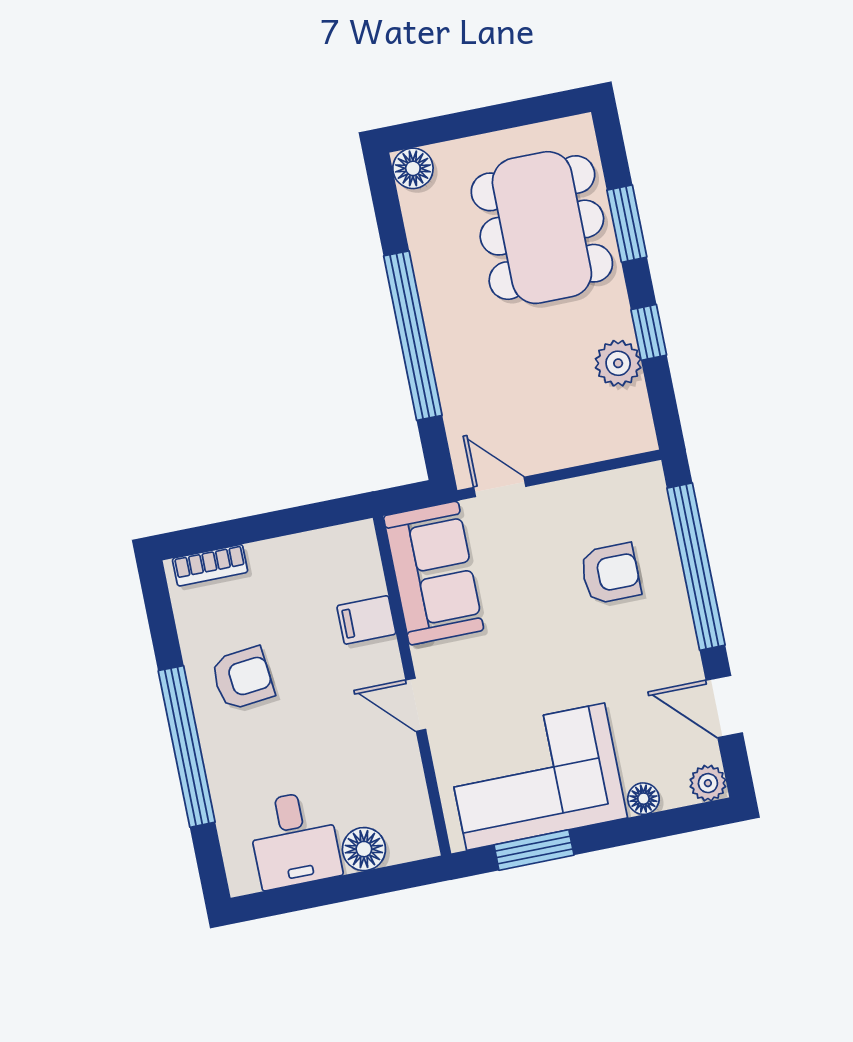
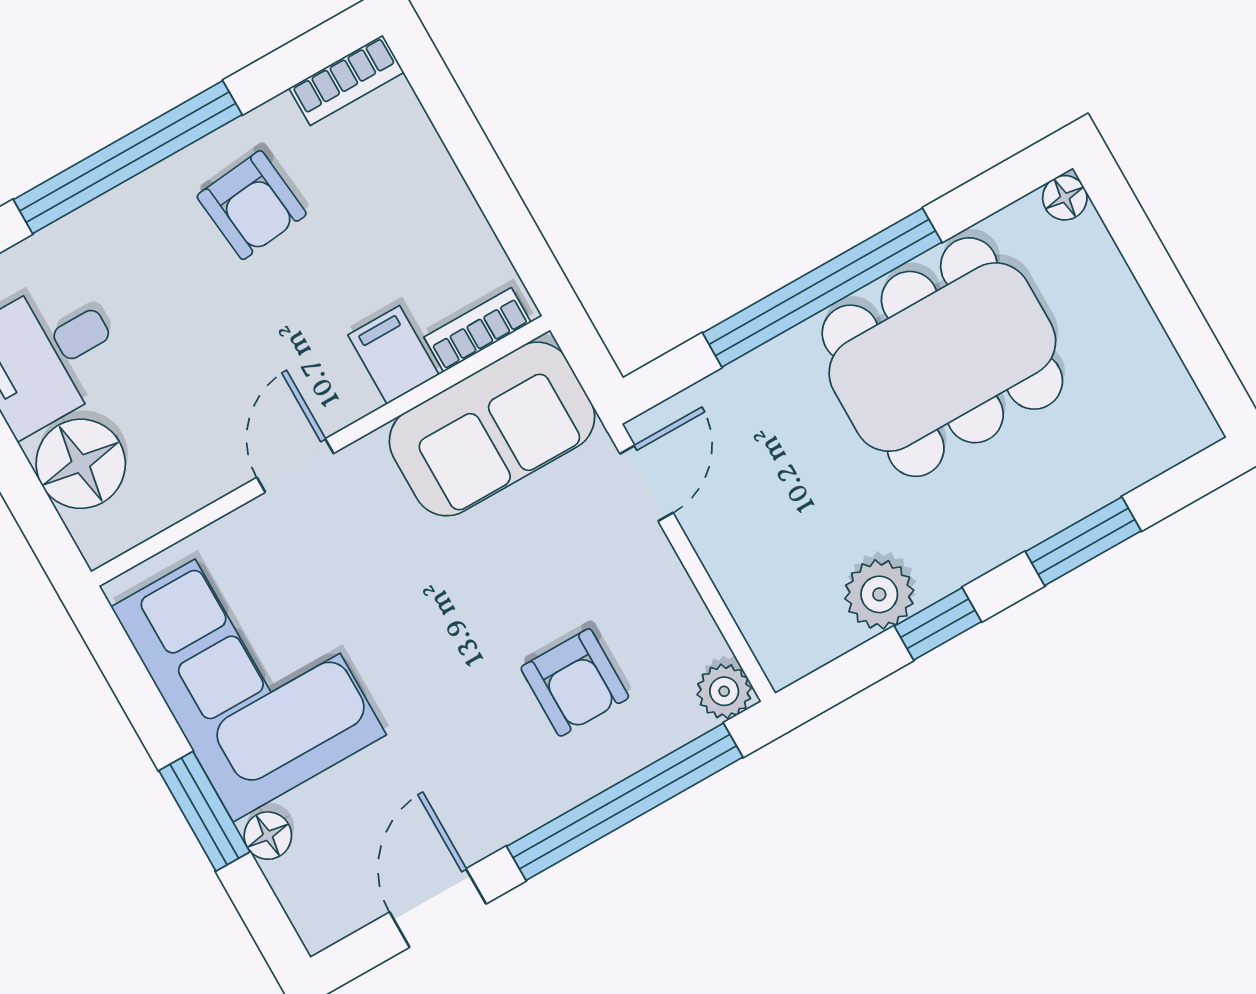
floor lamp: (413, 168) -> (1065, 198), width x0.73, depth x0.73
dining table: (542, 228) -> (942, 357), moved
bookcase: (368, 562) -> (477, 330), added
bookcase: (210, 565) -> (346, 80), moved, turned -90
plant: (708, 783) -> (724, 691), moved
floor lamp: (364, 849) -> (81, 464), width x1.38, depth x1.38
window: (534, 850) -> (204, 811), moved

